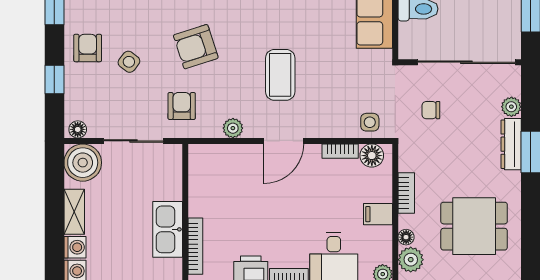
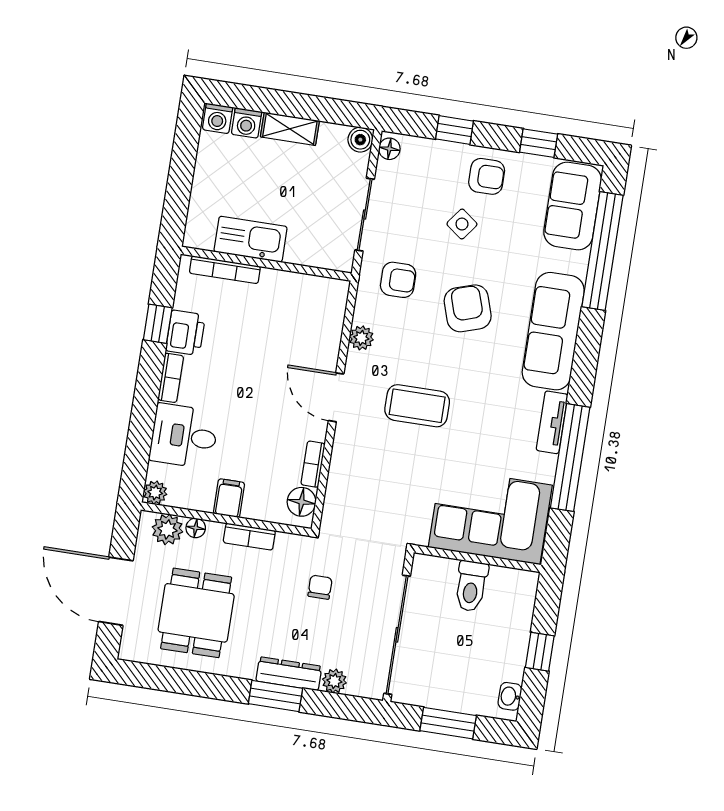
chair: (431, 110) -> (320, 587), moved
side table: (370, 122) -> (342, 506), removed
boiler: (83, 163) -> (360, 140), width x0.54, depth x0.54

